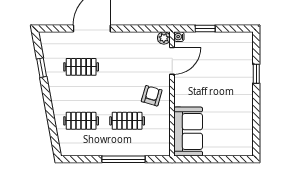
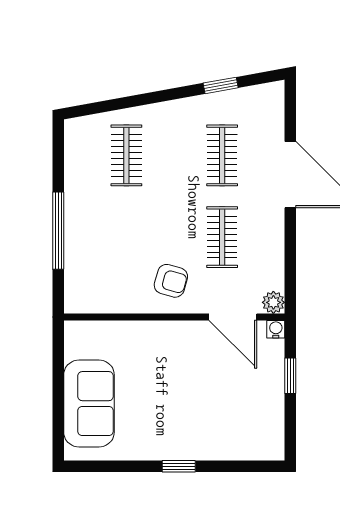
window: (256, 74) -> (179, 466), moved
clothes rail: (127, 121) -> (222, 237), moved
sofa: (188, 132) -> (89, 404), moved, turned -90

